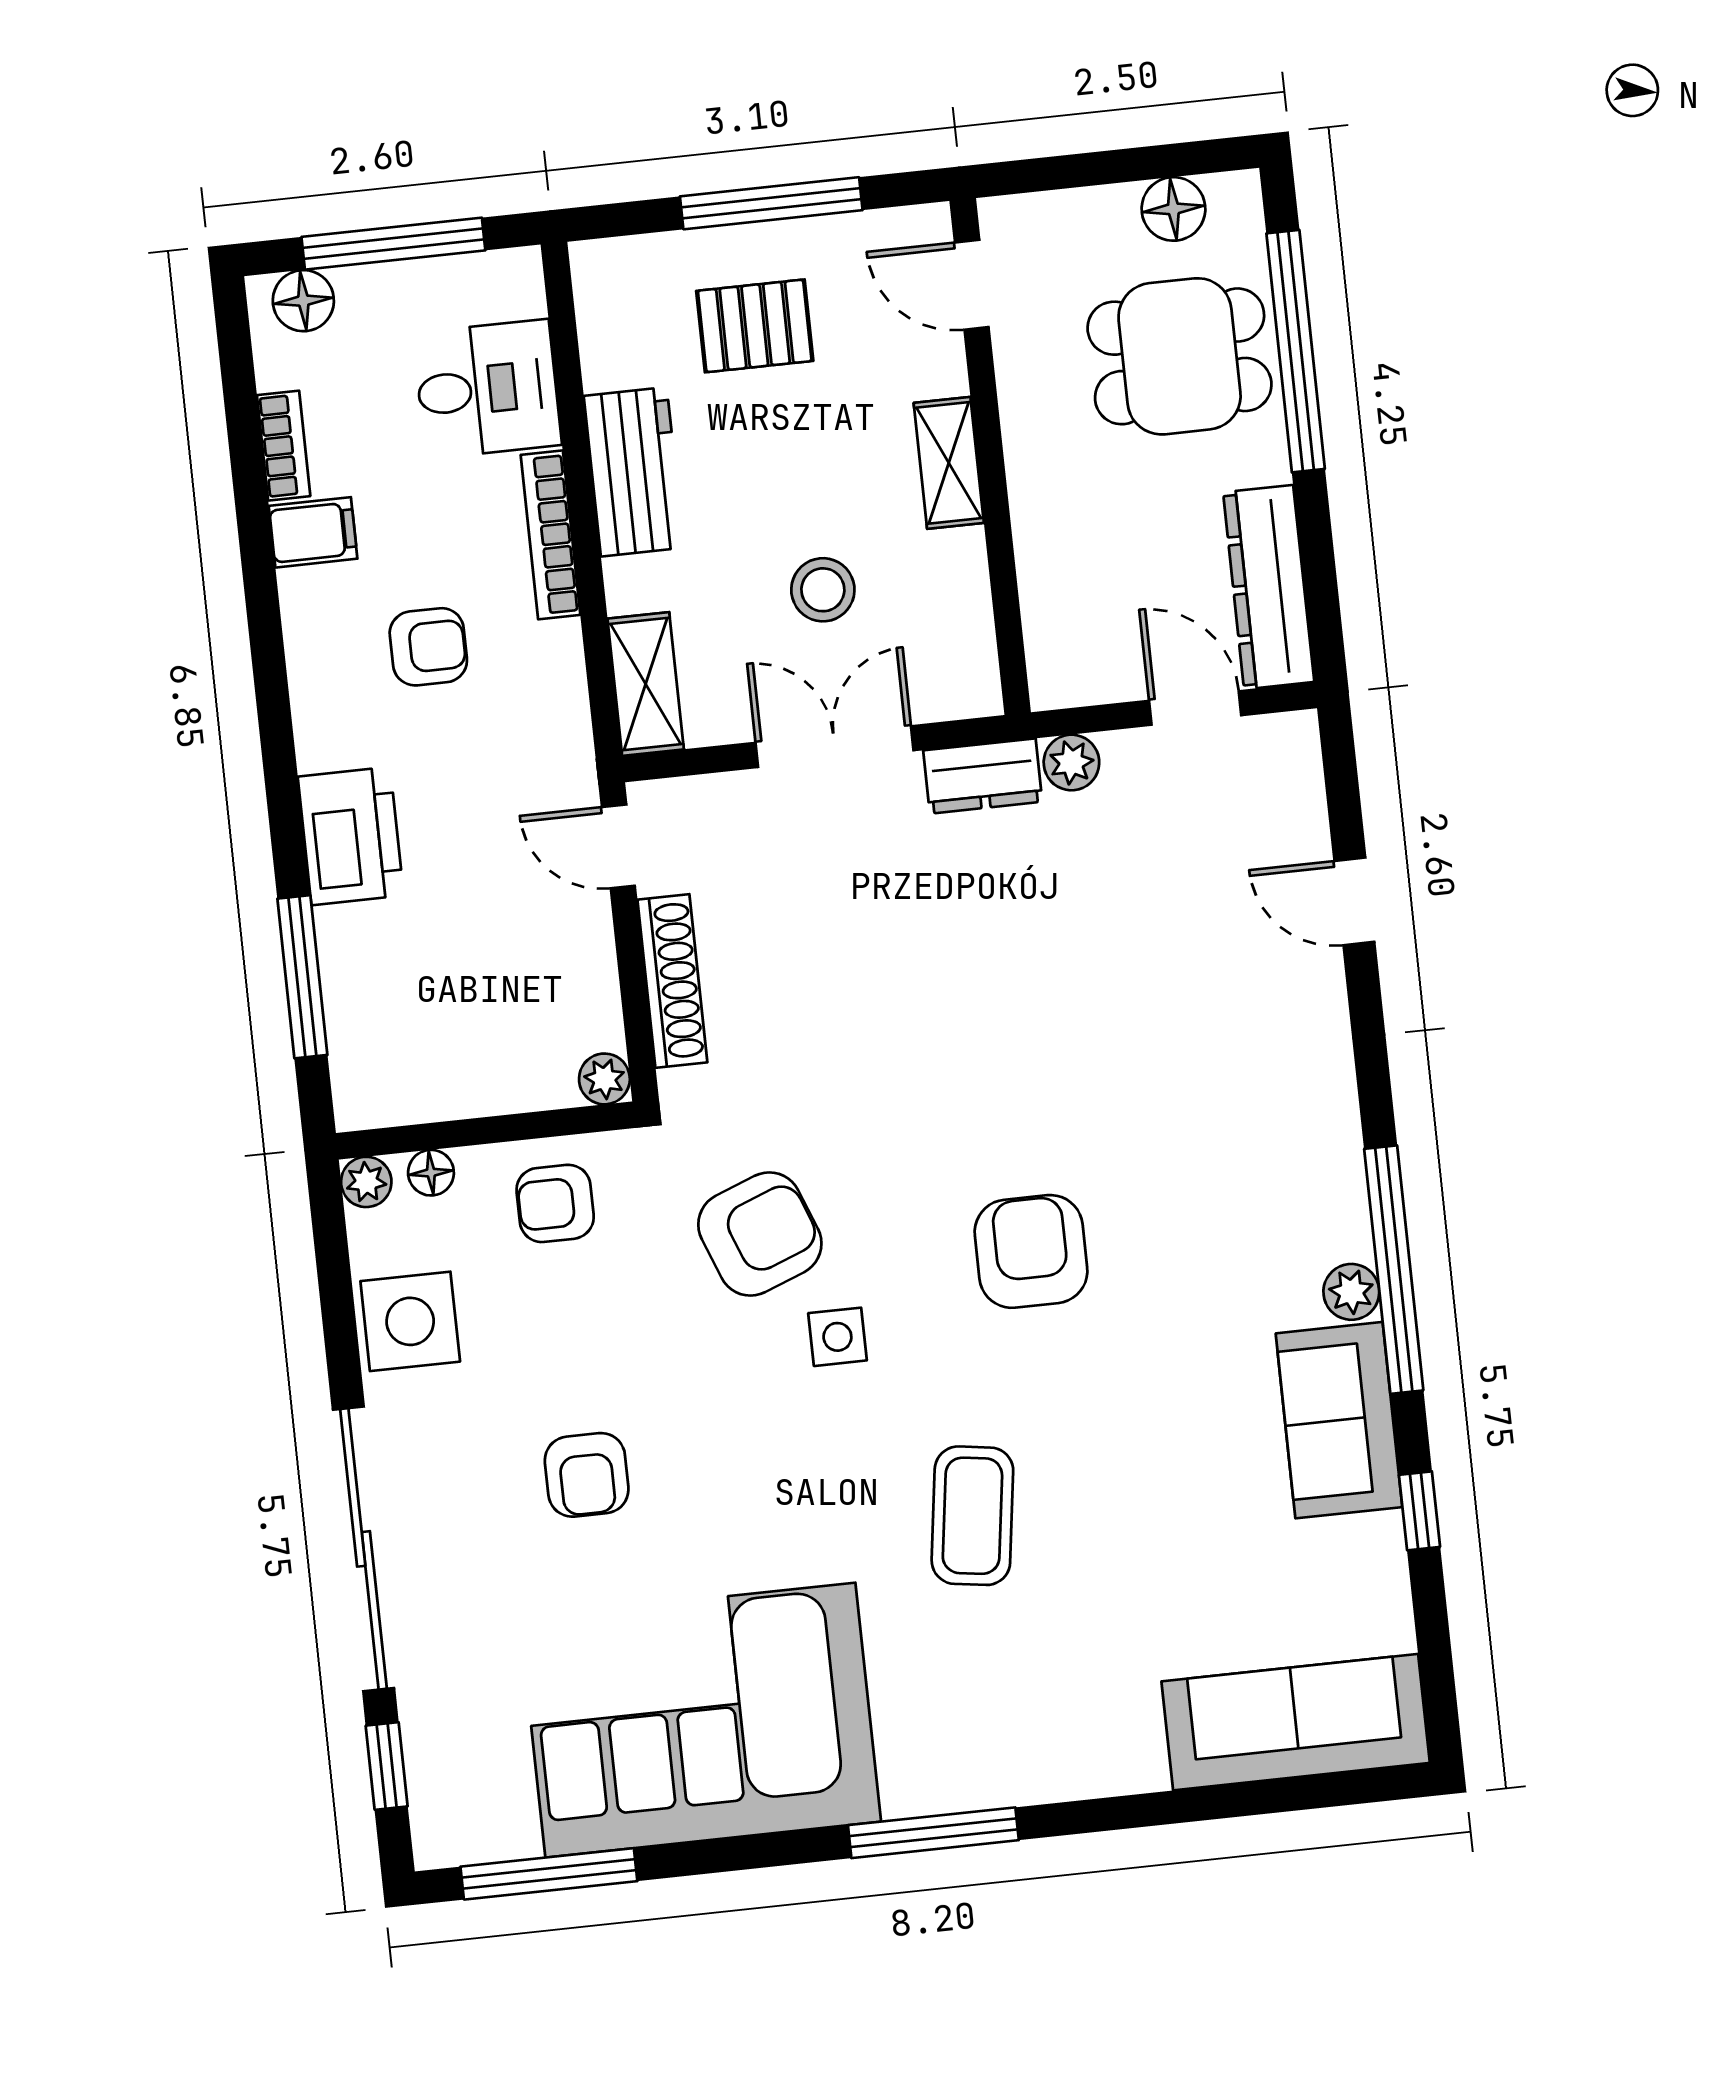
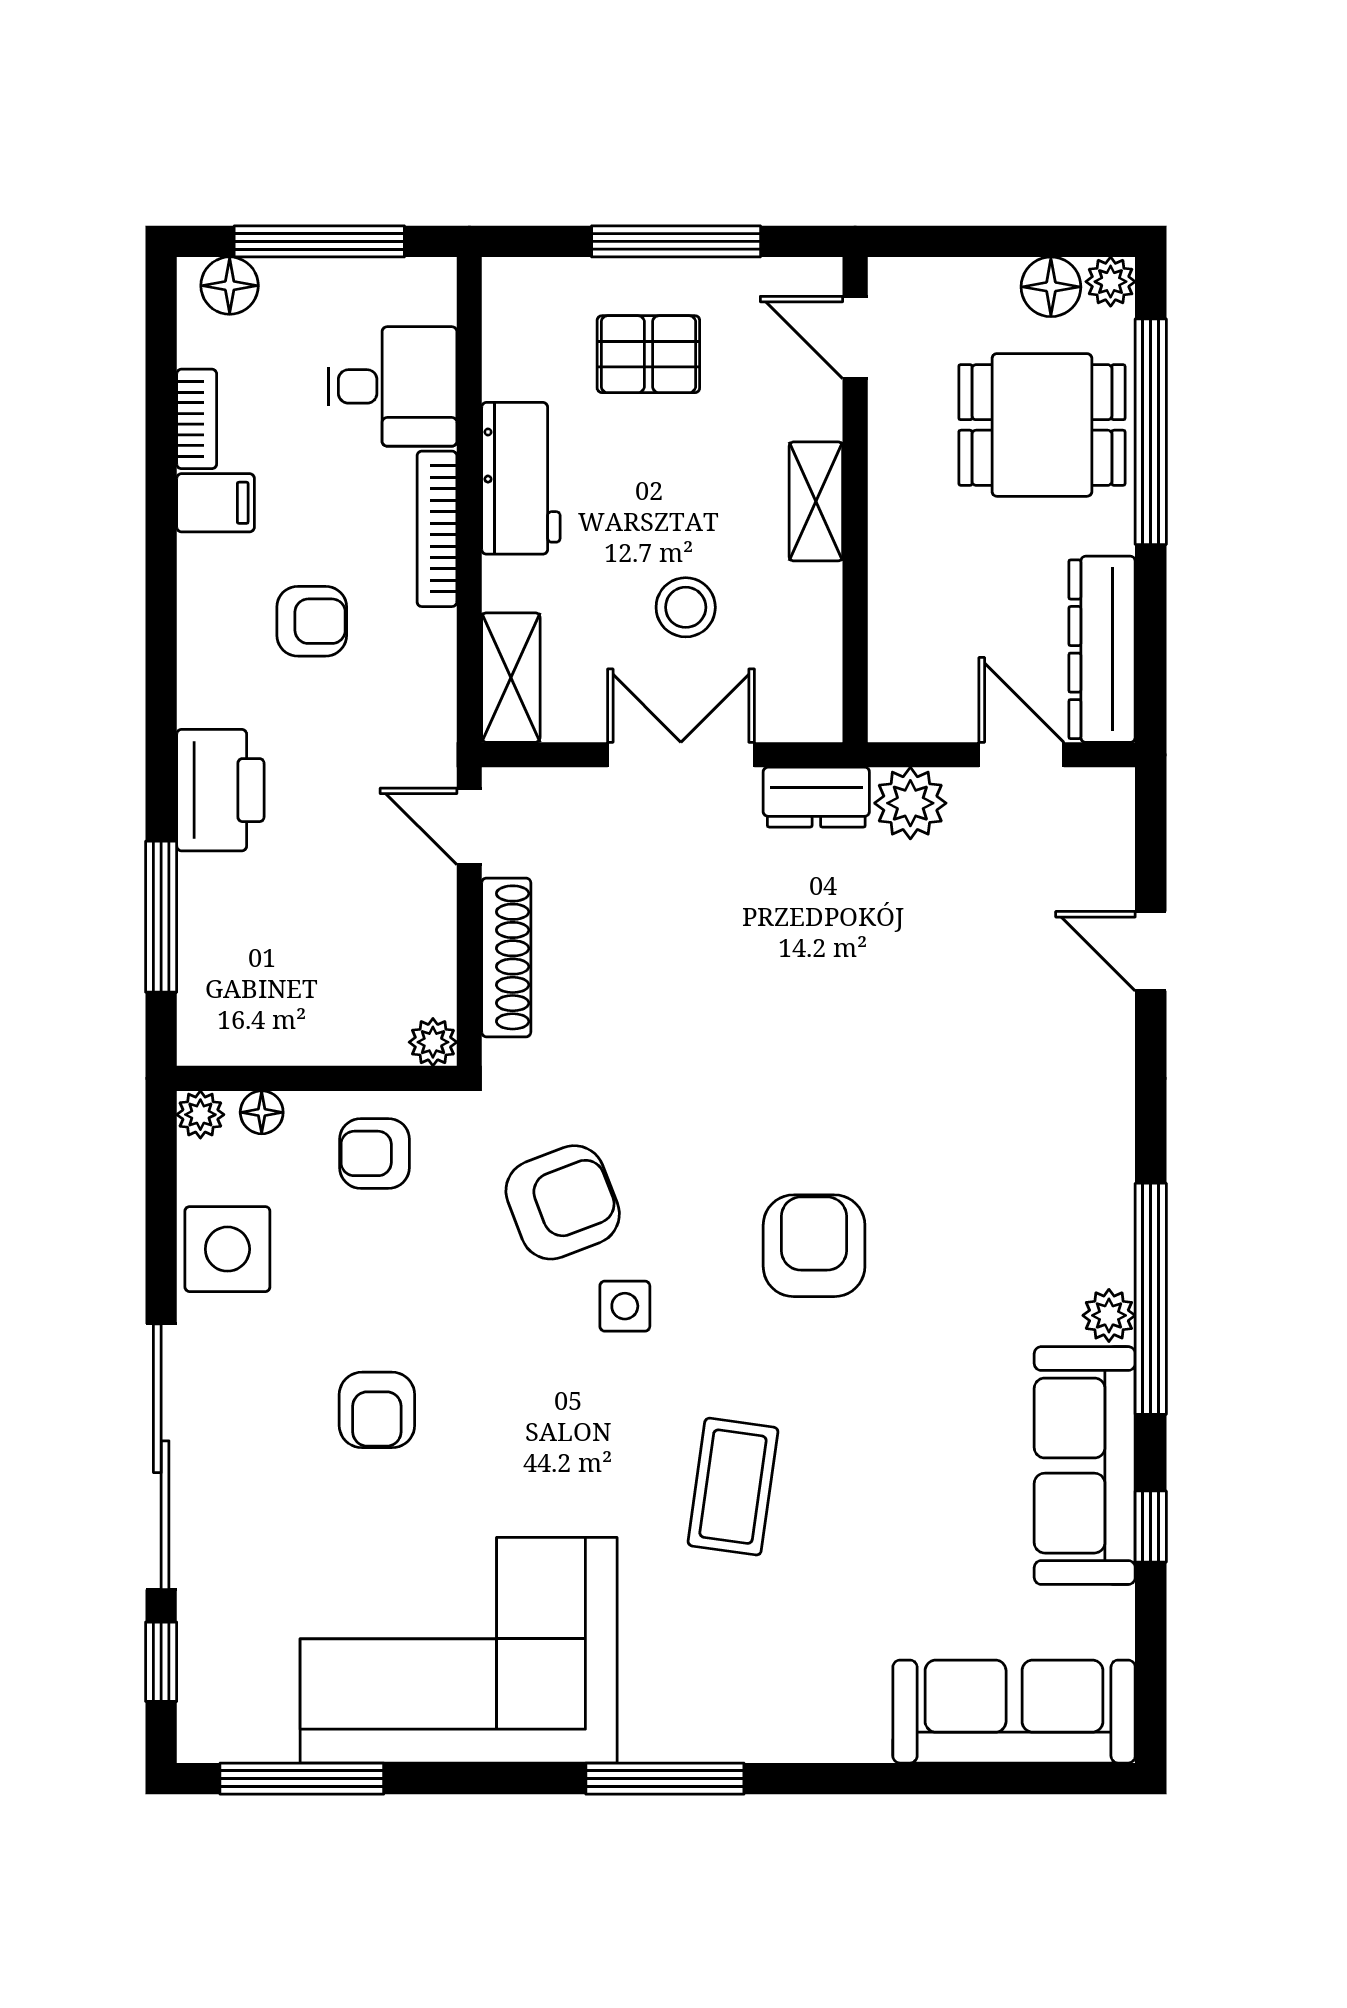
plant: (1236, 197) -> (1111, 282), added
plant: (1071, 762) -> (910, 803), width x1.38, depth x1.38
sofa: (1339, 1420) -> (1085, 1466), width x1.36

